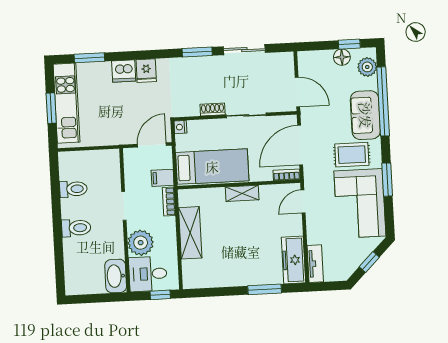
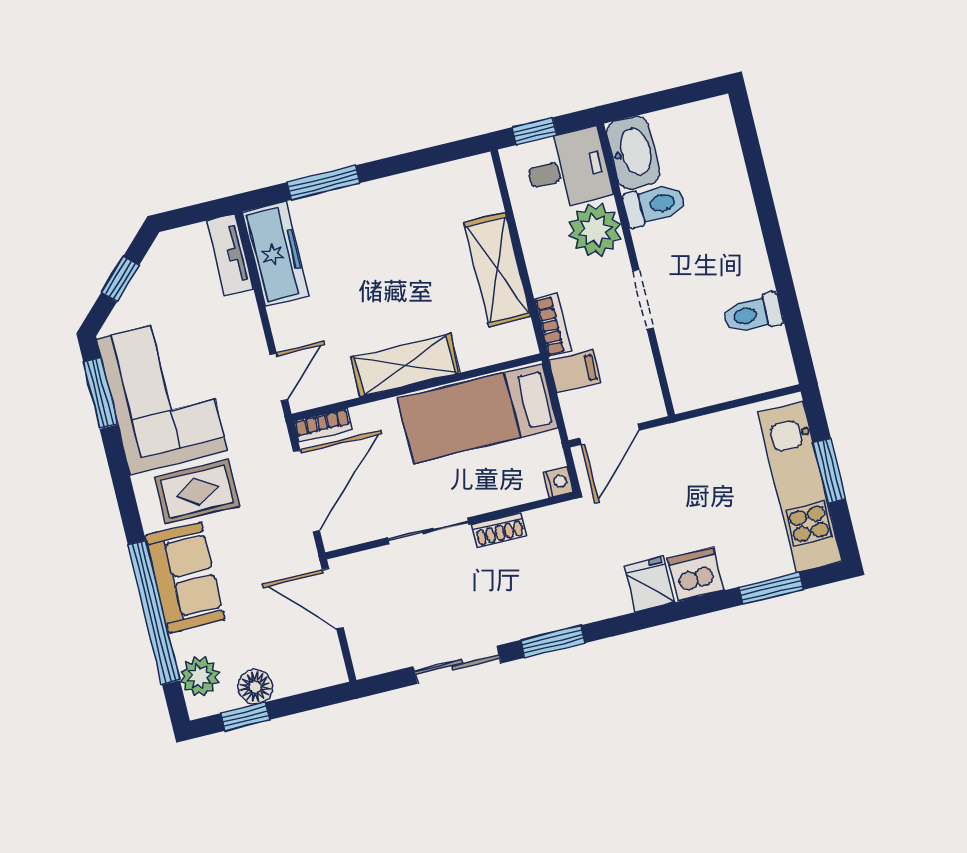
window: (387, 180) -> (100, 393), moved
shelving: (242, 193) -> (405, 365), width x1.50, depth x1.33
toilet: (76, 228) -> (654, 205), moved, turned 180

